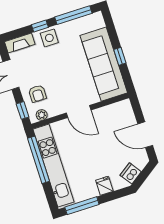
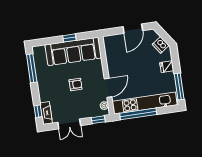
window: (40, 26) -> (38, 111), moved
side table: (49, 38) -> (46, 90), removed
armchair: (37, 94) -> (76, 84), moved
door: (79, 111) -> (108, 88), moved

